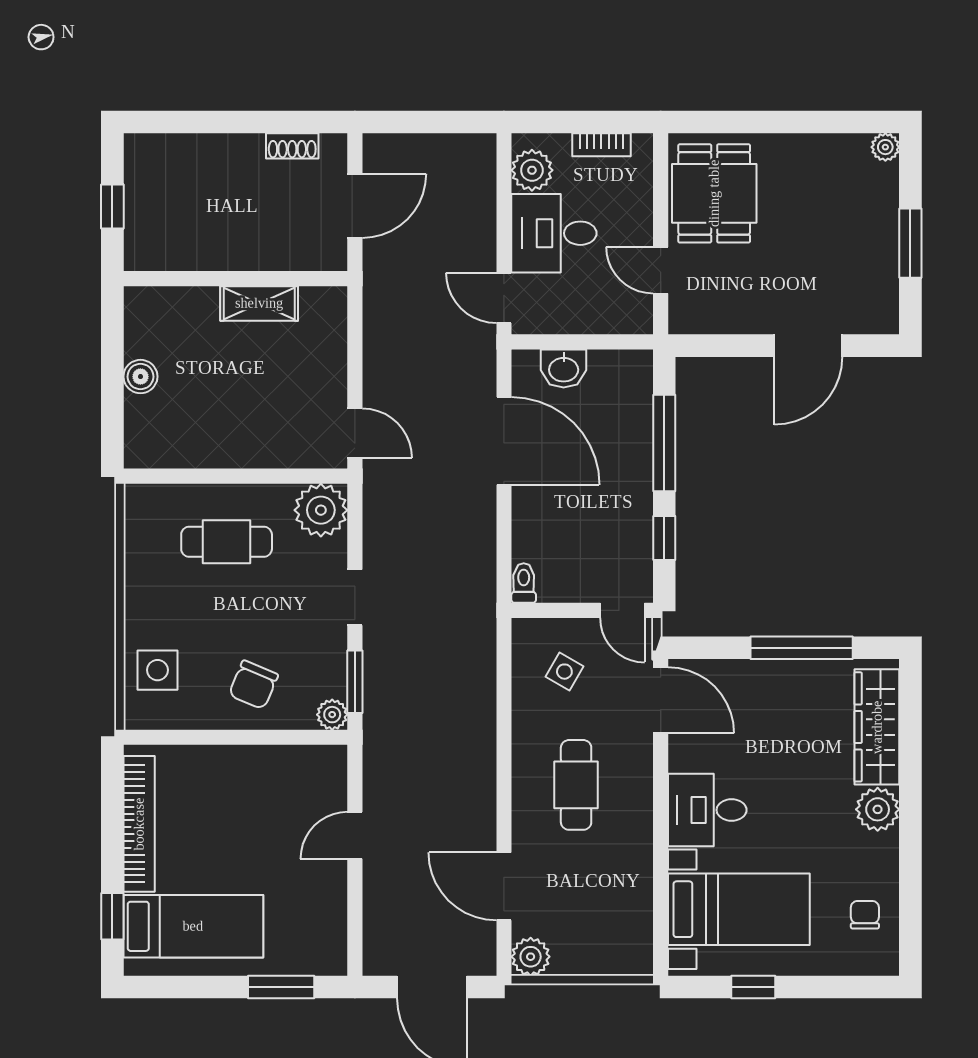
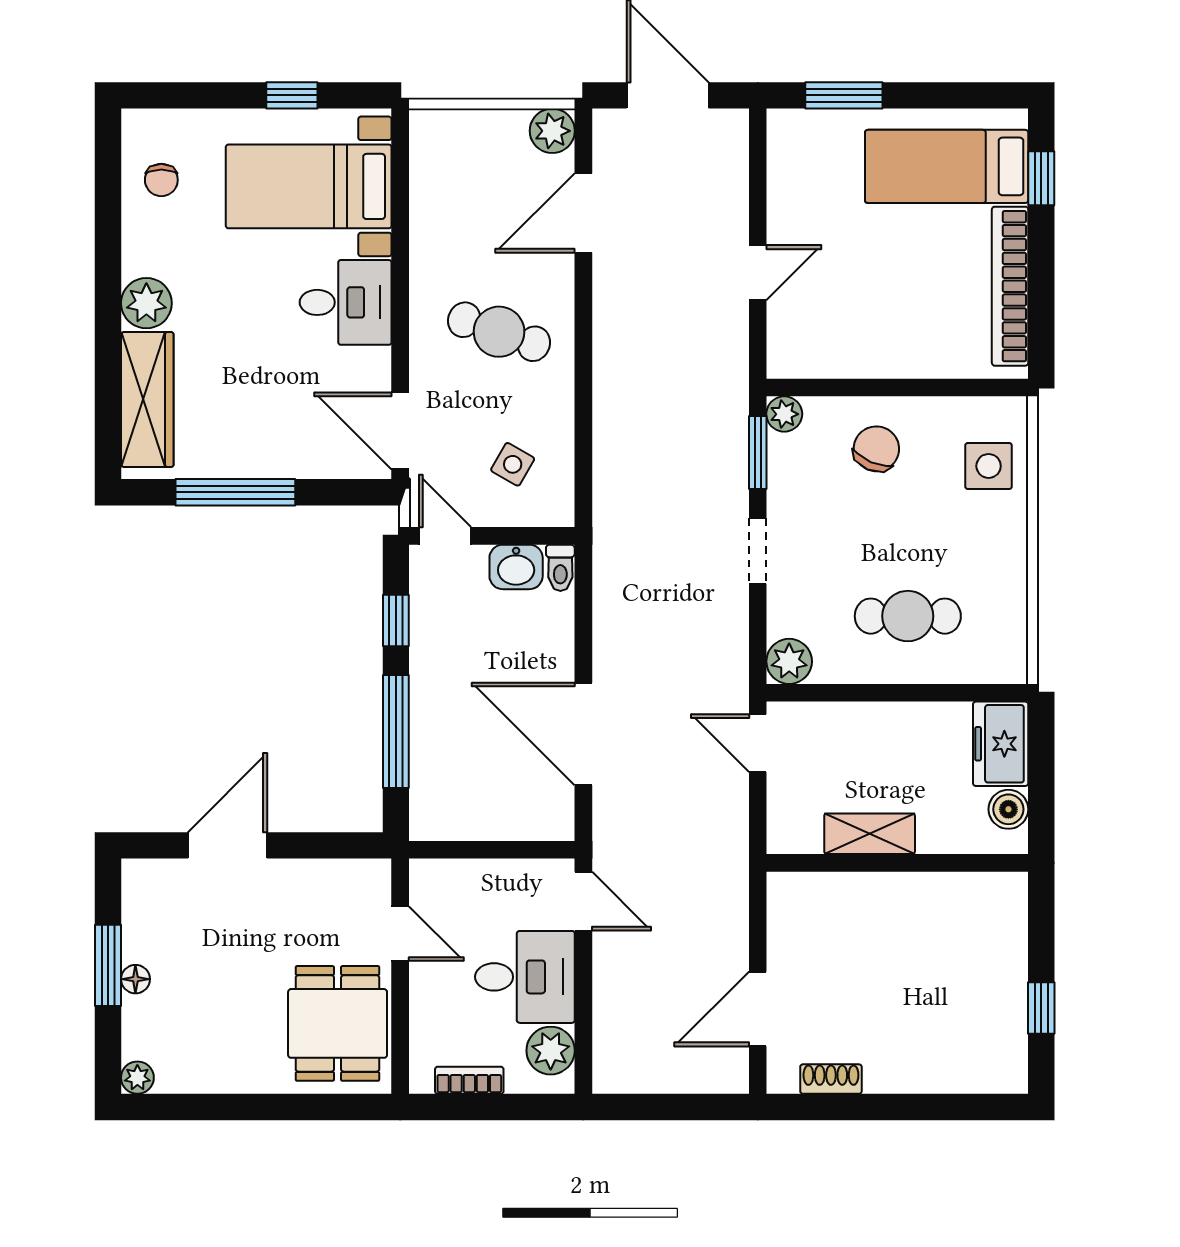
floor lamp: (887, 231) -> (135, 979), added
wall: (235, 279) -> (897, 863), moved
shelving: (259, 303) -> (870, 834), moved
washbasin: (564, 369) -> (516, 567), moved, turned 180
freezer: (147, 433) -> (1001, 744), added
plant: (321, 510) -> (789, 661), width x0.73, depth x0.73
cafe table: (576, 785) -> (499, 332), turned -71
door: (504, 886) -> (583, 213), swing flipped

